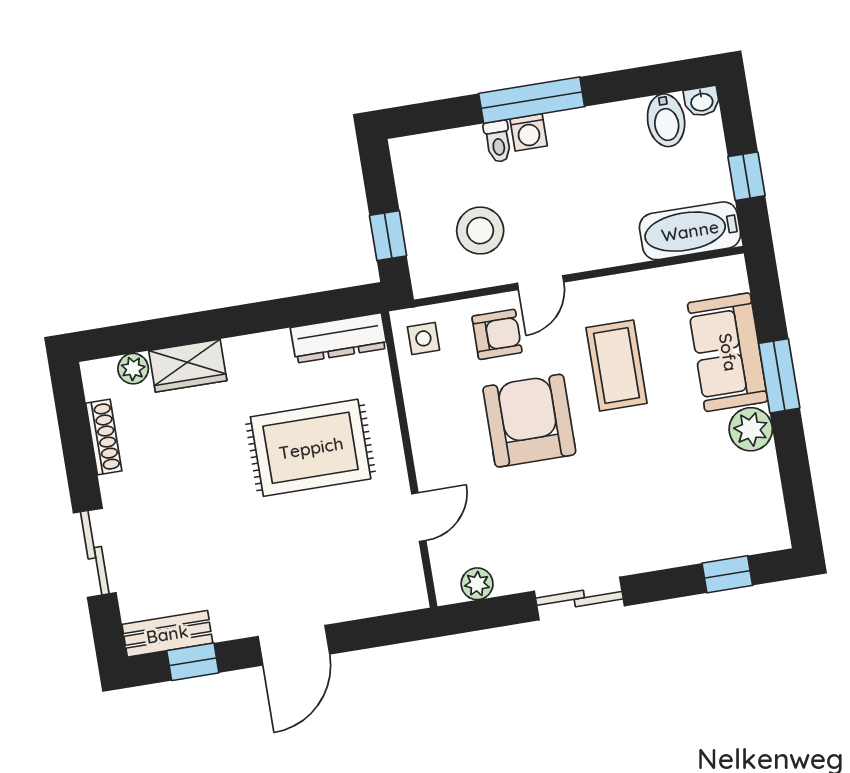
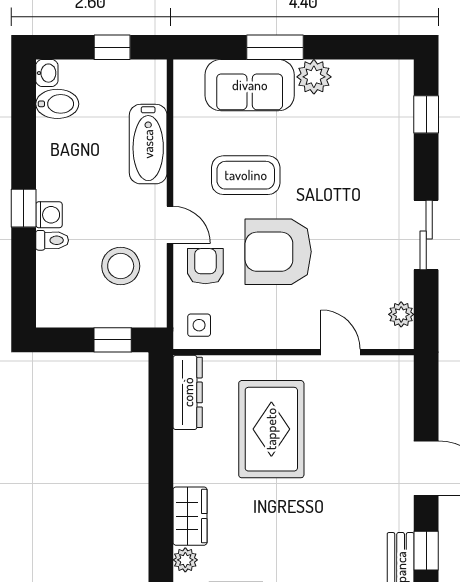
window: (532, 100) -> (24, 208), width x0.46
bathtub: (690, 231) -> (148, 144), moved

